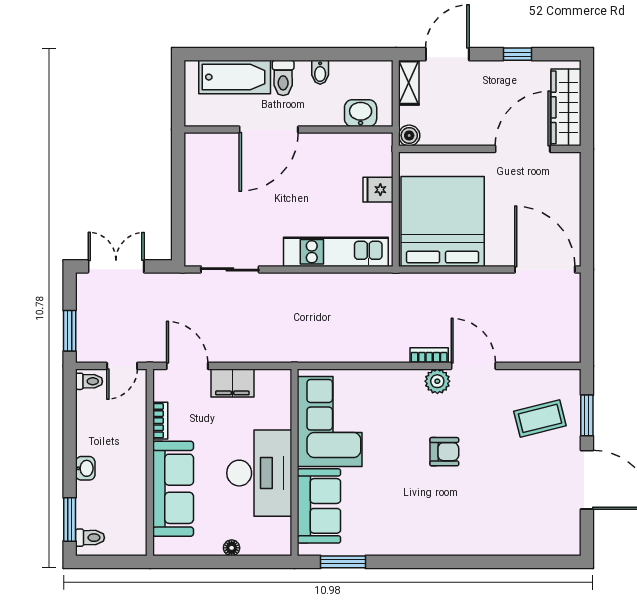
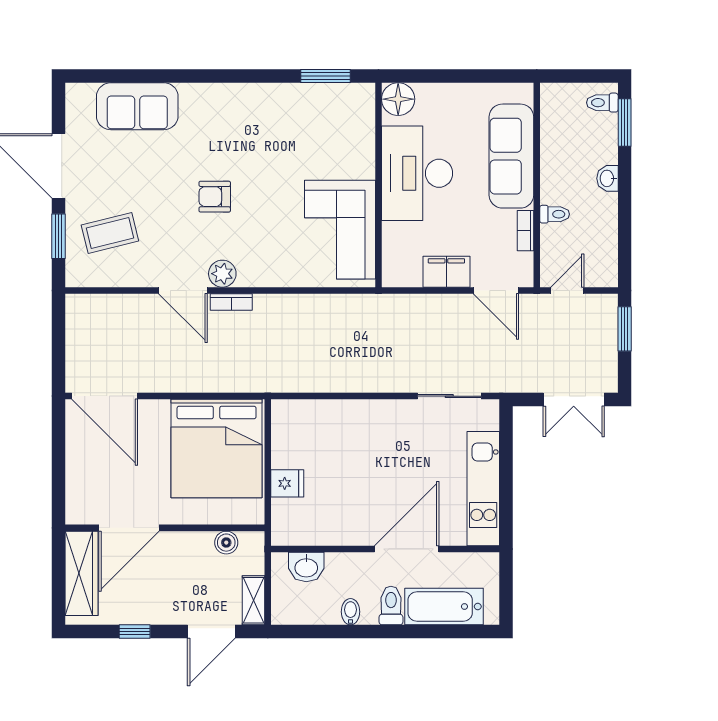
boiler: (409, 135) -> (226, 543), moved
kitchen unit: (336, 252) -> (483, 489), moved, turned 90
toilet: (89, 381) -> (555, 214), moved, turned 180
sofa: (319, 506) -> (137, 106), moved, turned -90
floor lamp: (232, 548) -> (398, 99), moved, width x1.89, depth x1.89

